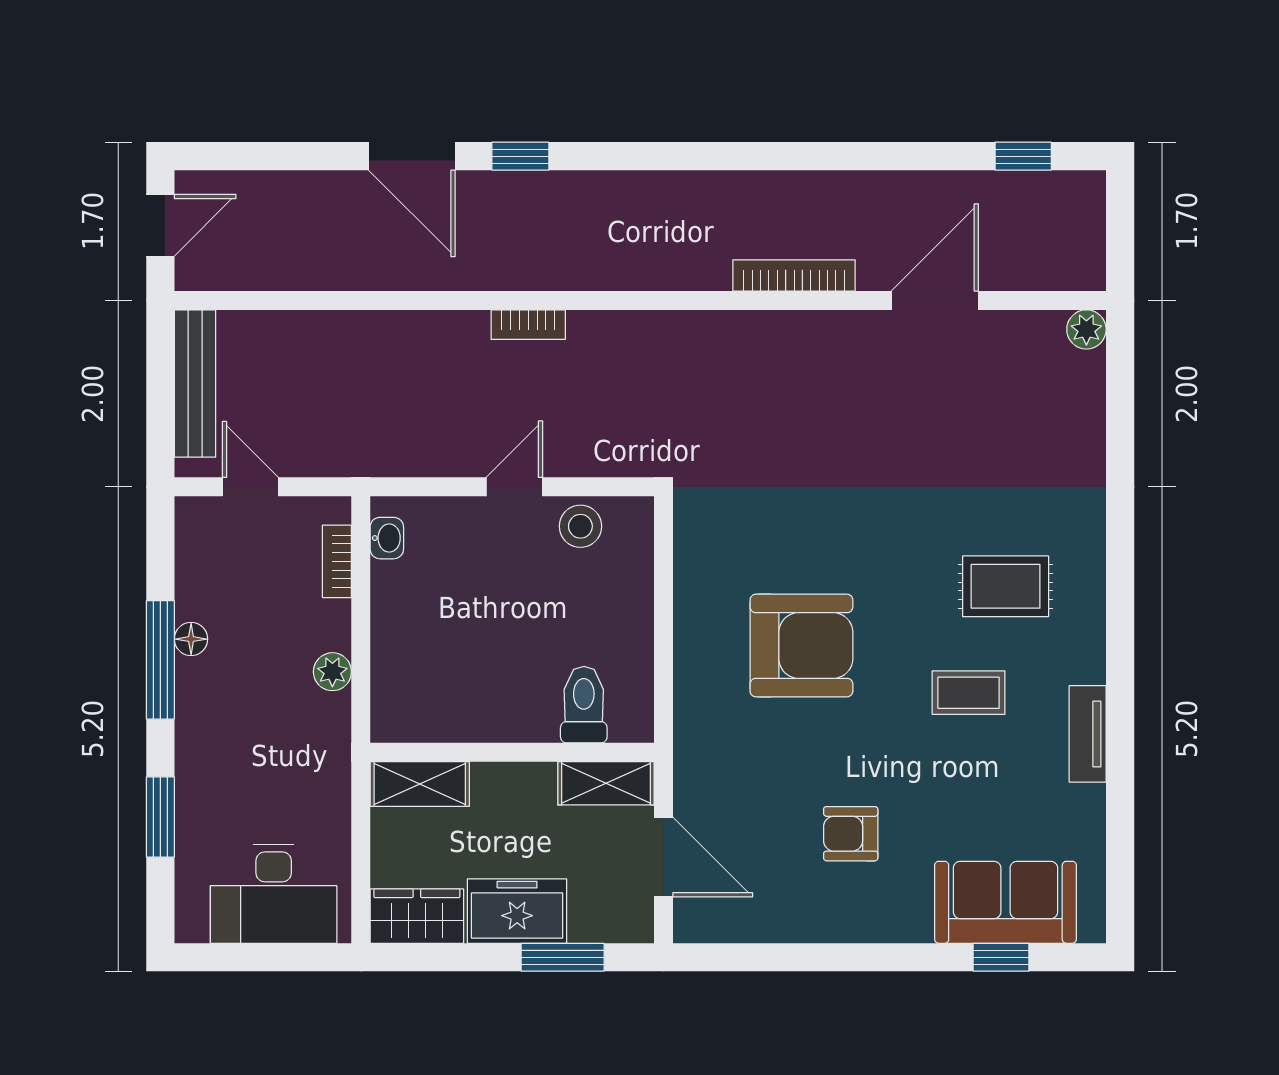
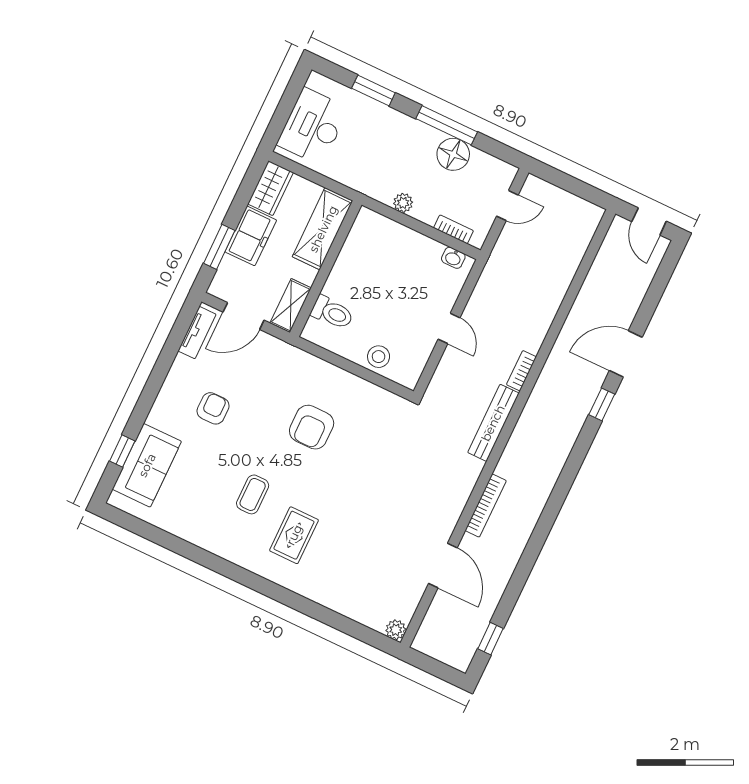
bench: (195, 383) -> (493, 423), moved, turned 90
stool: (580, 526) -> (379, 357), moved
floor lamp: (191, 639) -> (453, 154), width x1.89, depth x1.89
armchair: (801, 646) -> (312, 427), width x0.73, depth x0.73
tv unit: (1088, 734) -> (197, 333), moved, turned 90
shelving: (420, 784) -> (323, 229), width x1.50, depth x1.33

